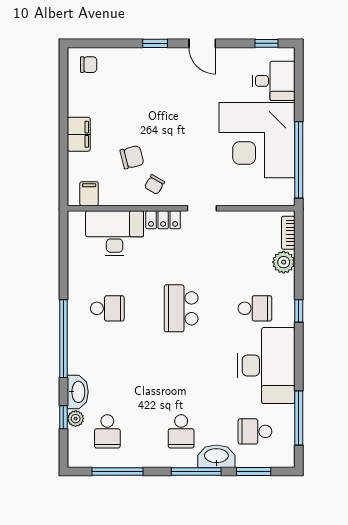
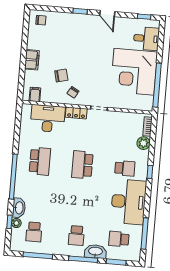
school desk: (107, 308) -> (40, 161), width x1.85

